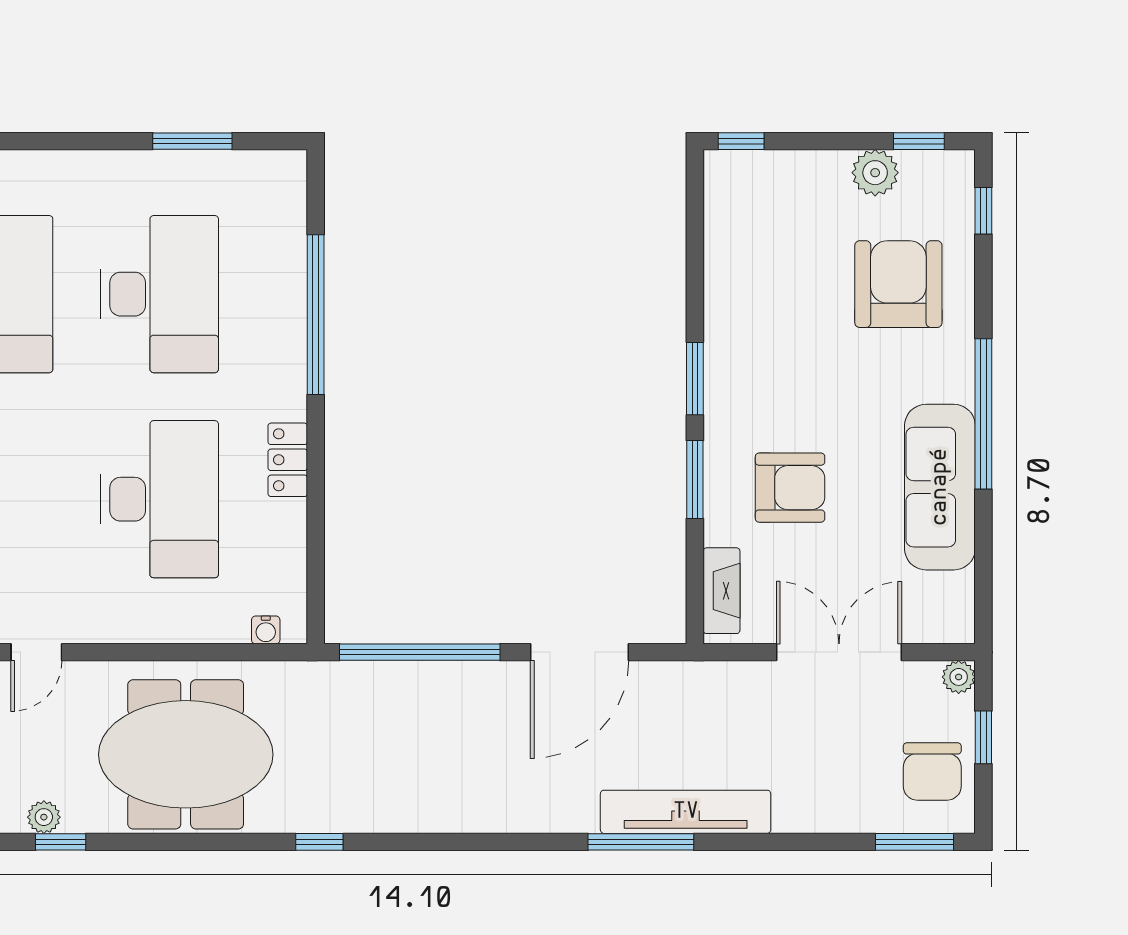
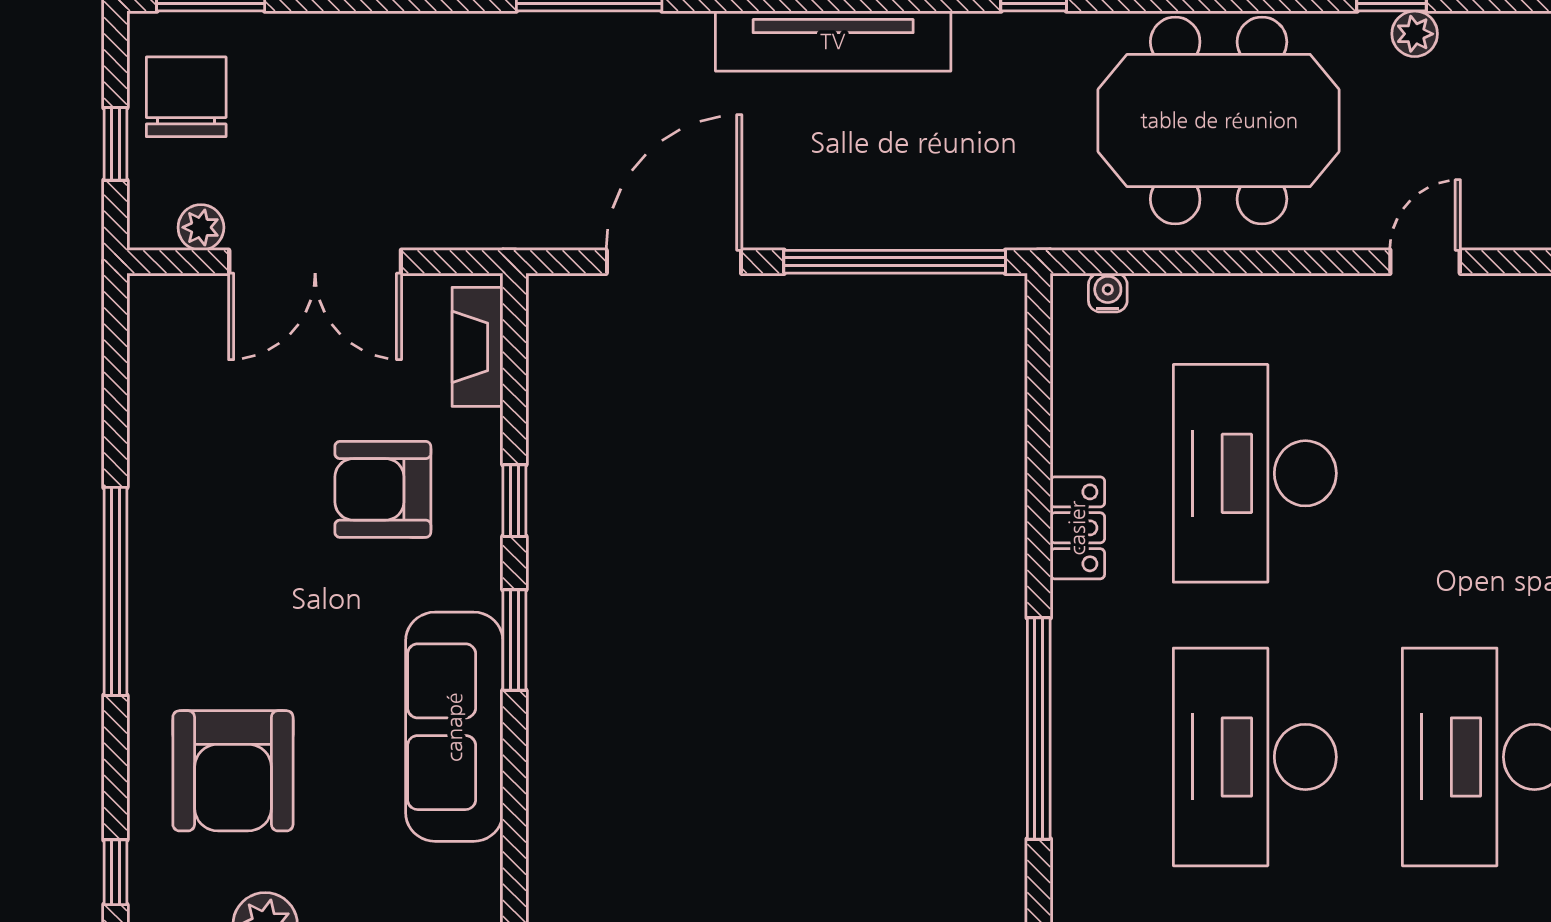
window: (695, 480) -> (514, 501), width x0.67
sofa: (940, 487) -> (454, 727), moved, turned 180
plant: (959, 677) -> (201, 227), moved
tv unit: (686, 812) -> (833, 41), moved

